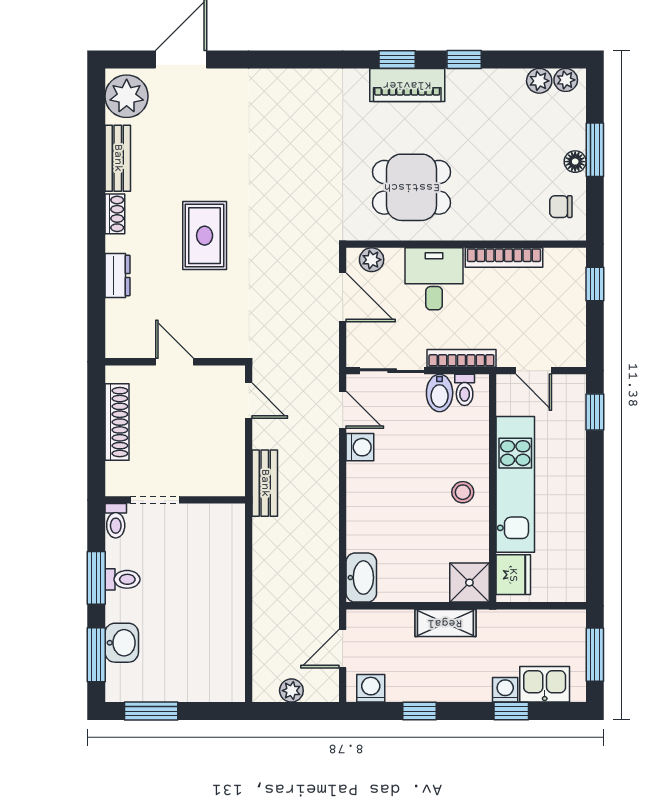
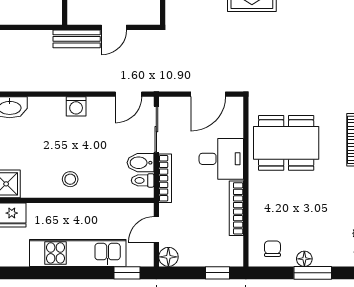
dining table: (412, 187) -> (286, 143), width x1.38
plant: (372, 260) -> (235, 115), removed
floor lamp: (572, 353) -> (168, 257), added
door: (249, 401) -> (114, 27), moved
washing machine: (360, 447) -> (76, 106), moved
kitchen unit: (515, 484) -> (78, 253), moved, turned 180

